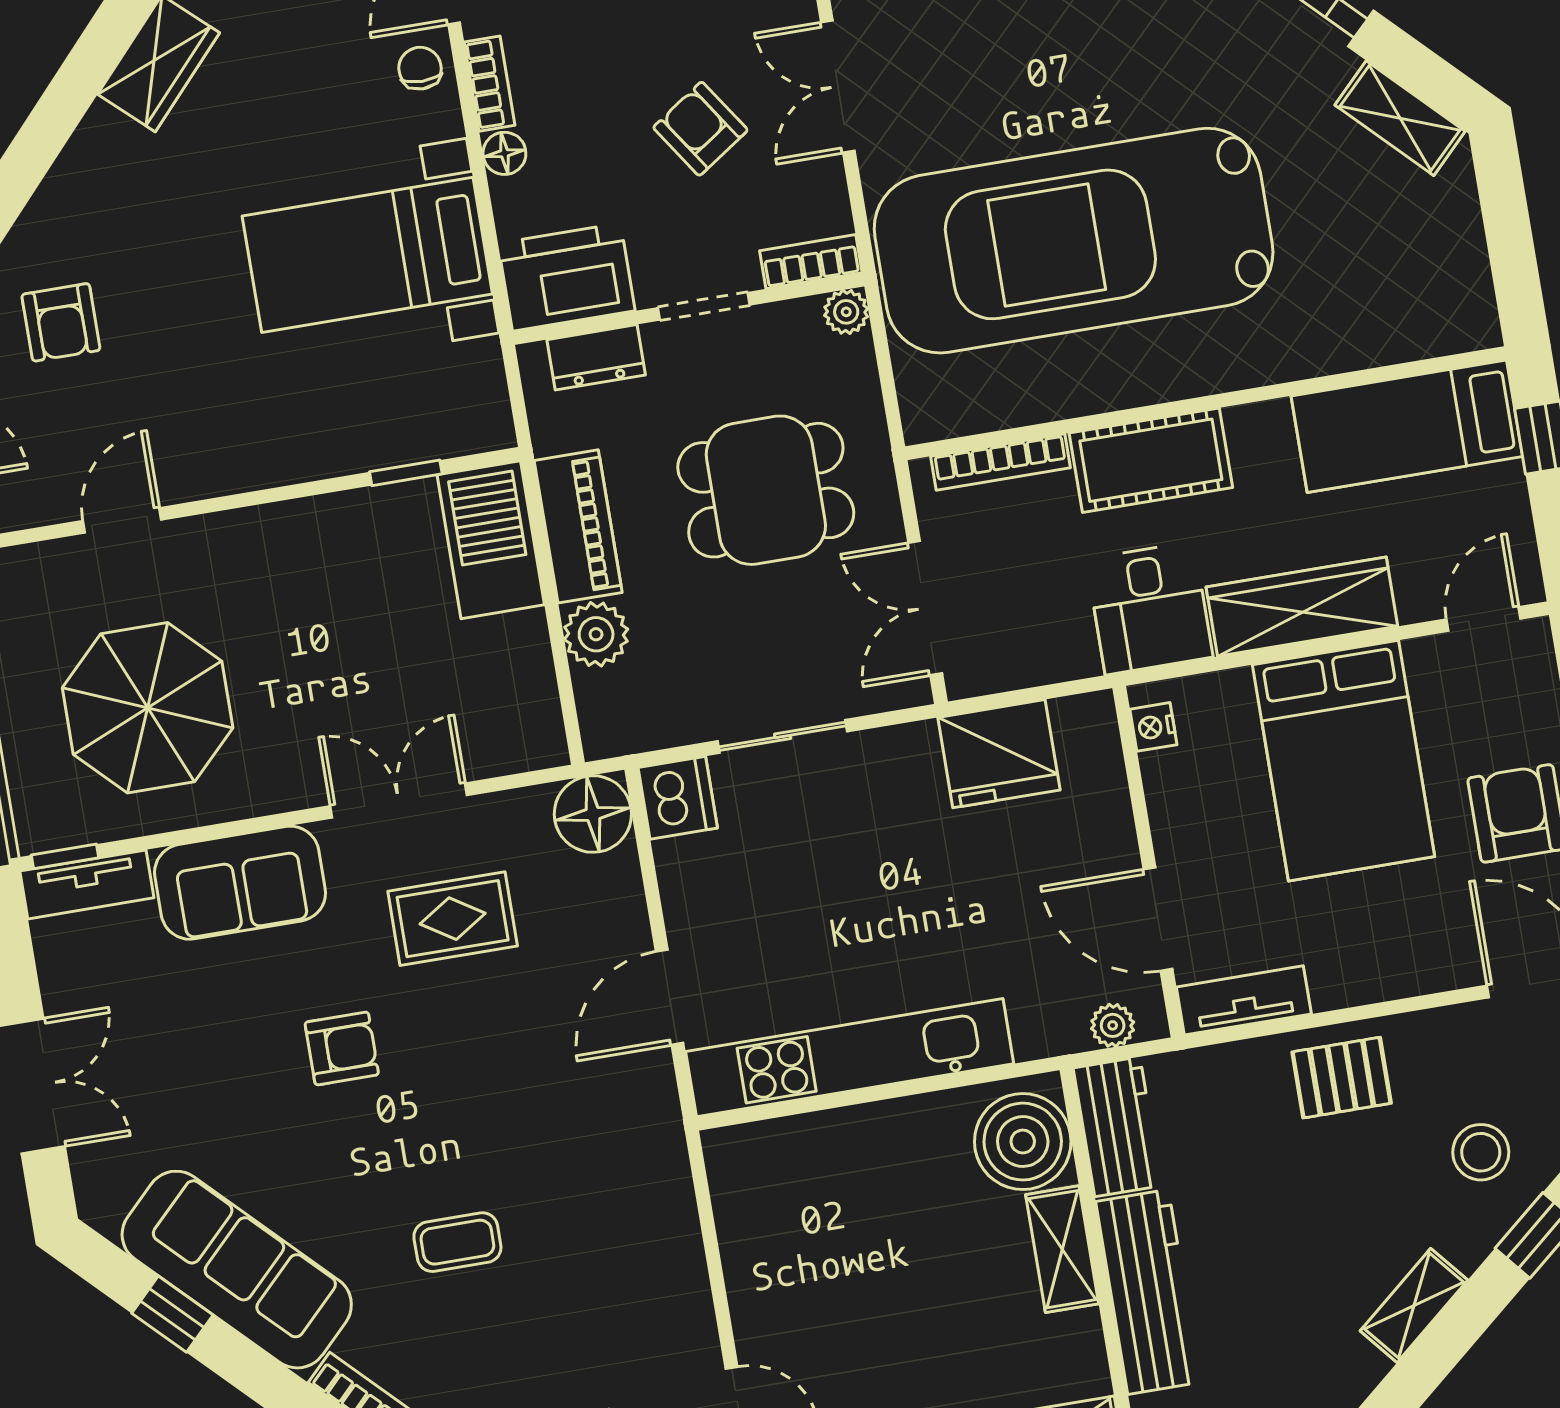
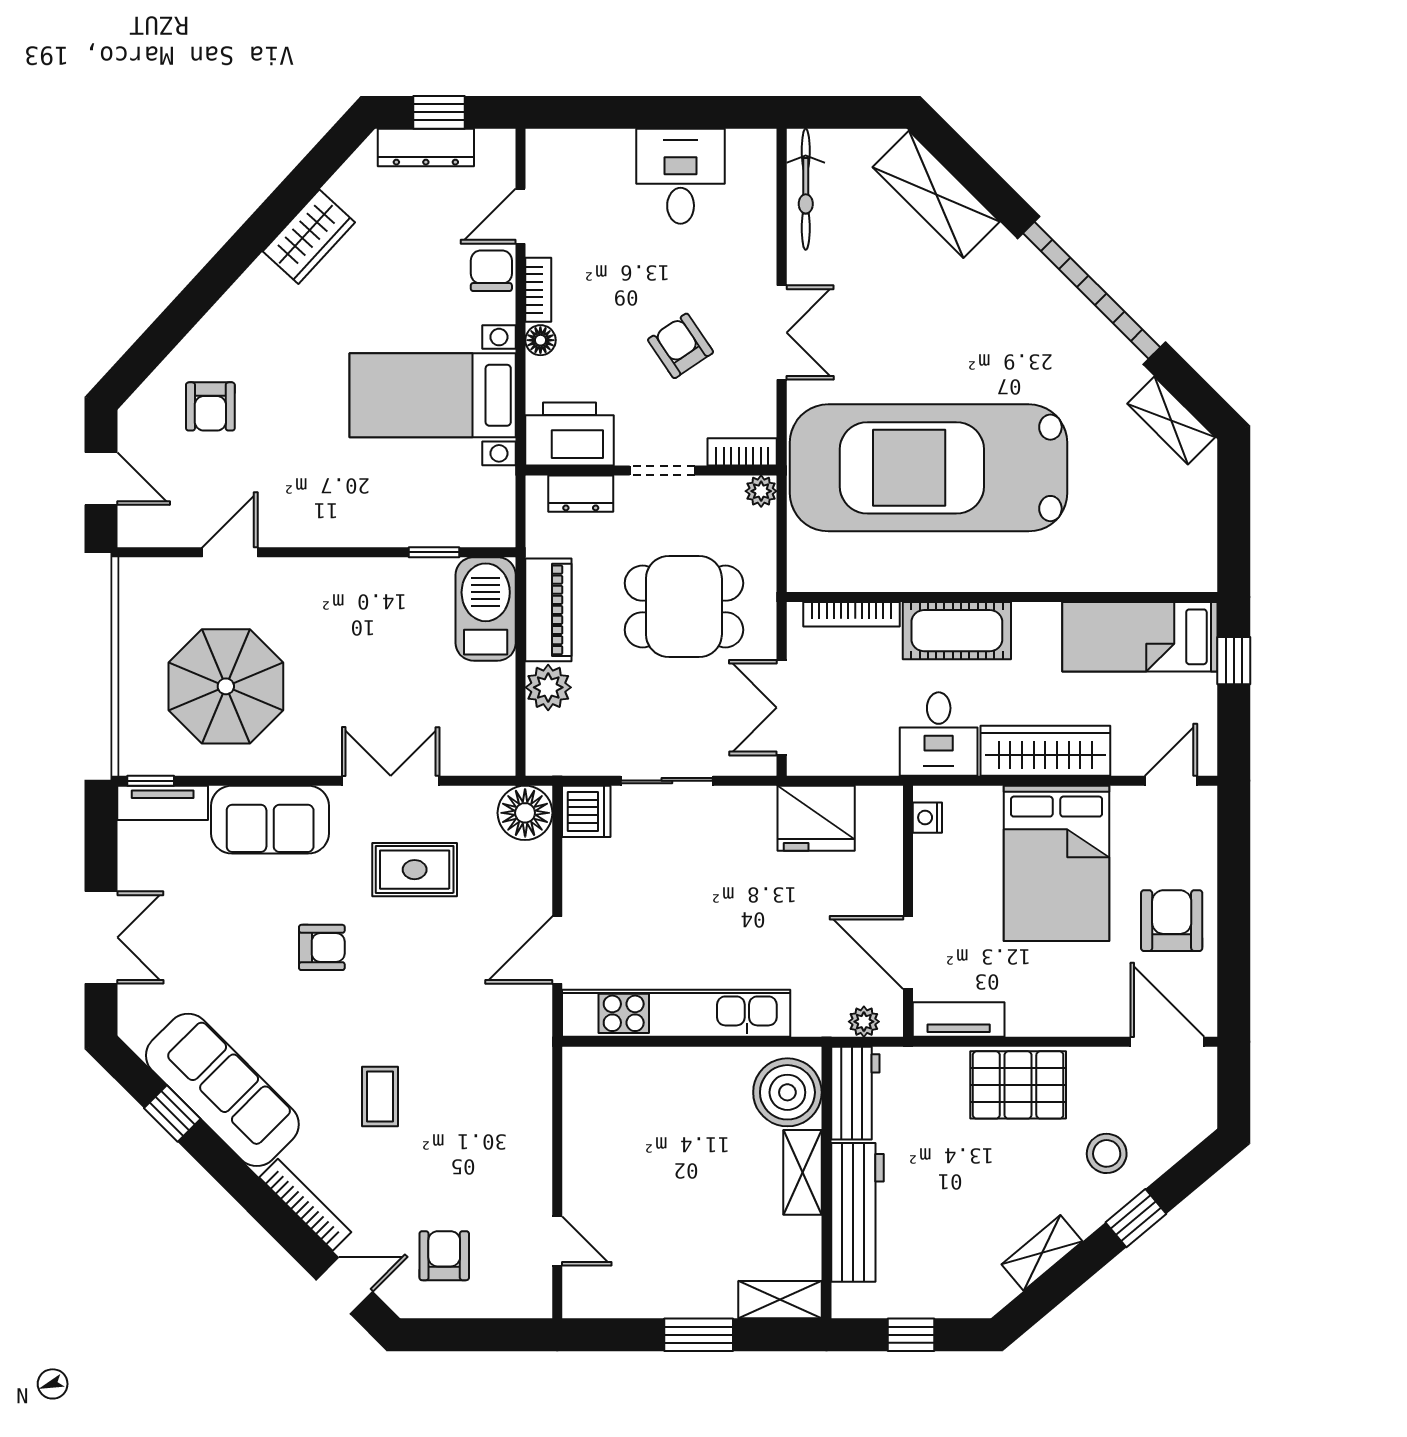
chair: (420, 68) -> (491, 271), width x1.37, depth x1.37
double door: (838, 87) -> (782, 333), swing flipped
pallet: (1342, 1078) -> (1018, 1085), width x1.50, depth x1.42
coffee table: (457, 1242) -> (380, 1097), turned 90

